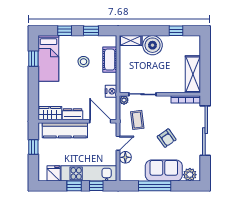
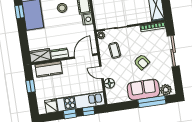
nightstand: (111, 91) -> (87, 19), moved
door: (100, 121) -> (84, 56), hinge flipped
kitchen counter: (65, 130) -> (49, 69), width x0.67
sliding door: (205, 131) -> (173, 51), width x0.73
door: (118, 143) -> (101, 72), swing flipped
window: (155, 186) -> (152, 102), moved

